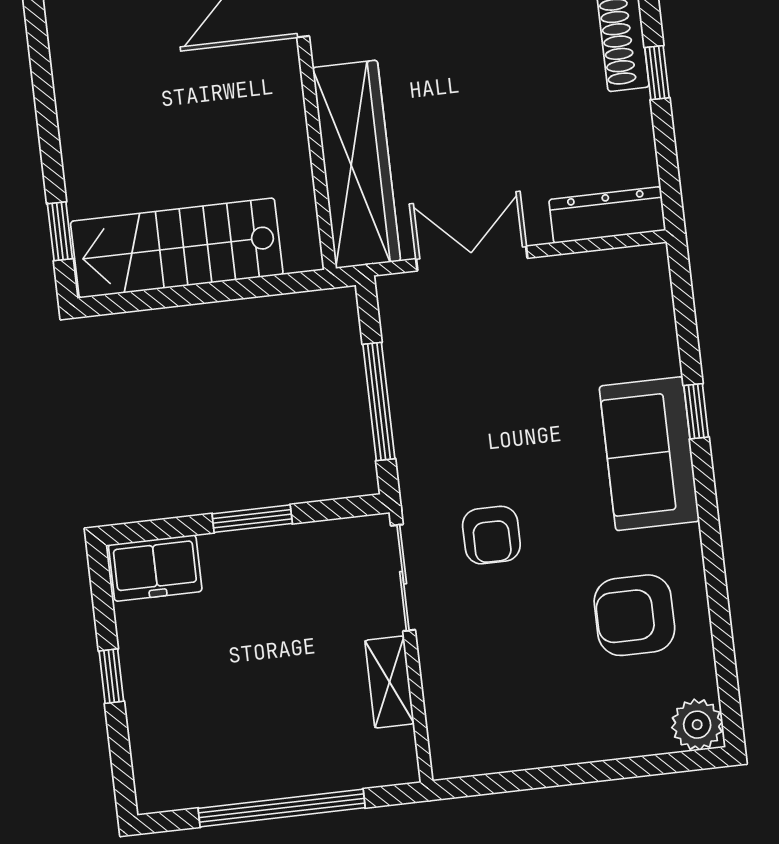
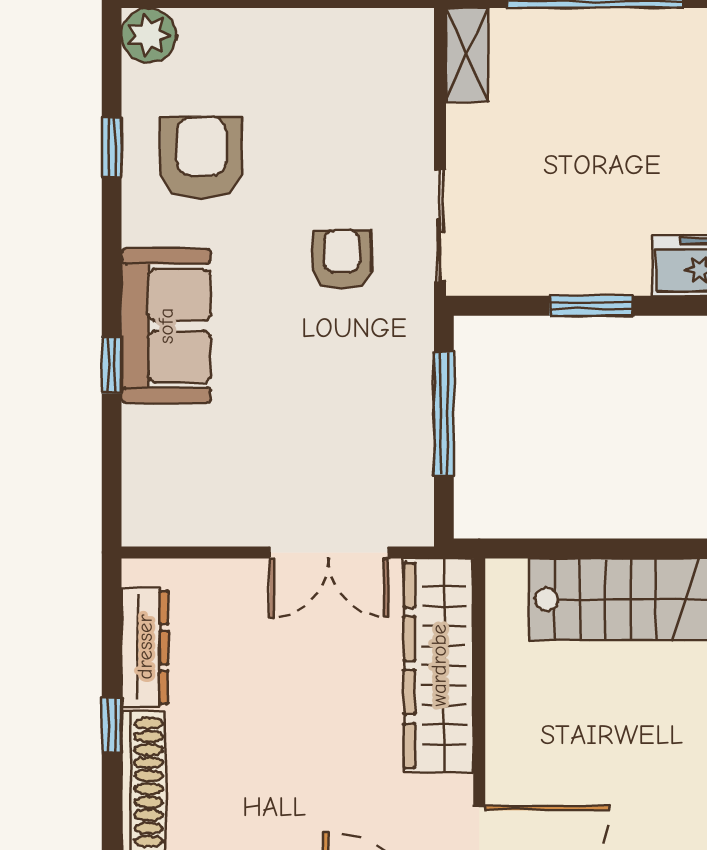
dresser: (607, 215) -> (145, 647), moved, turned -90
armchair: (634, 615) -> (201, 158), turned -90
window: (720, 615) -> (112, 147), added
shelving: (389, 682) -> (467, 55), moved

